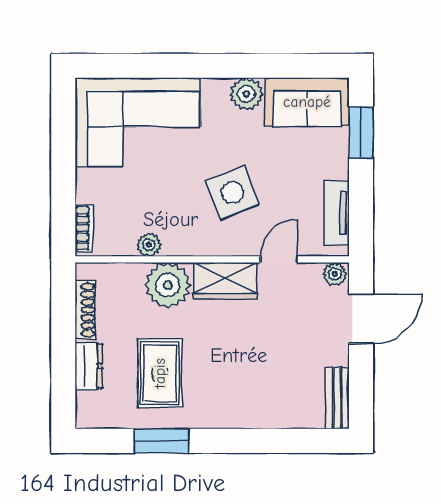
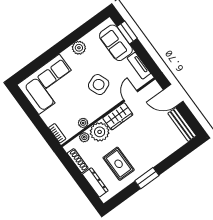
sofa: (307, 102) -> (116, 43), moved, turned 90
plant: (335, 274) -> (84, 137), moved
door: (361, 319) -> (173, 96), swing flipped
dresser: (89, 366) -> (95, 182), width x1.44
bench: (337, 398) -> (182, 125), width x1.36
window: (161, 441) -> (147, 178), moved

